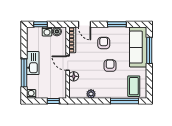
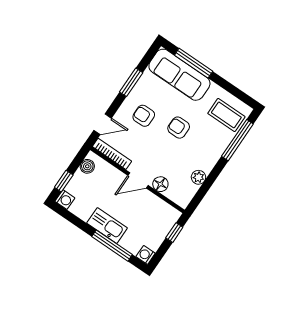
washing machine: (47, 32) -> (65, 200), moved

